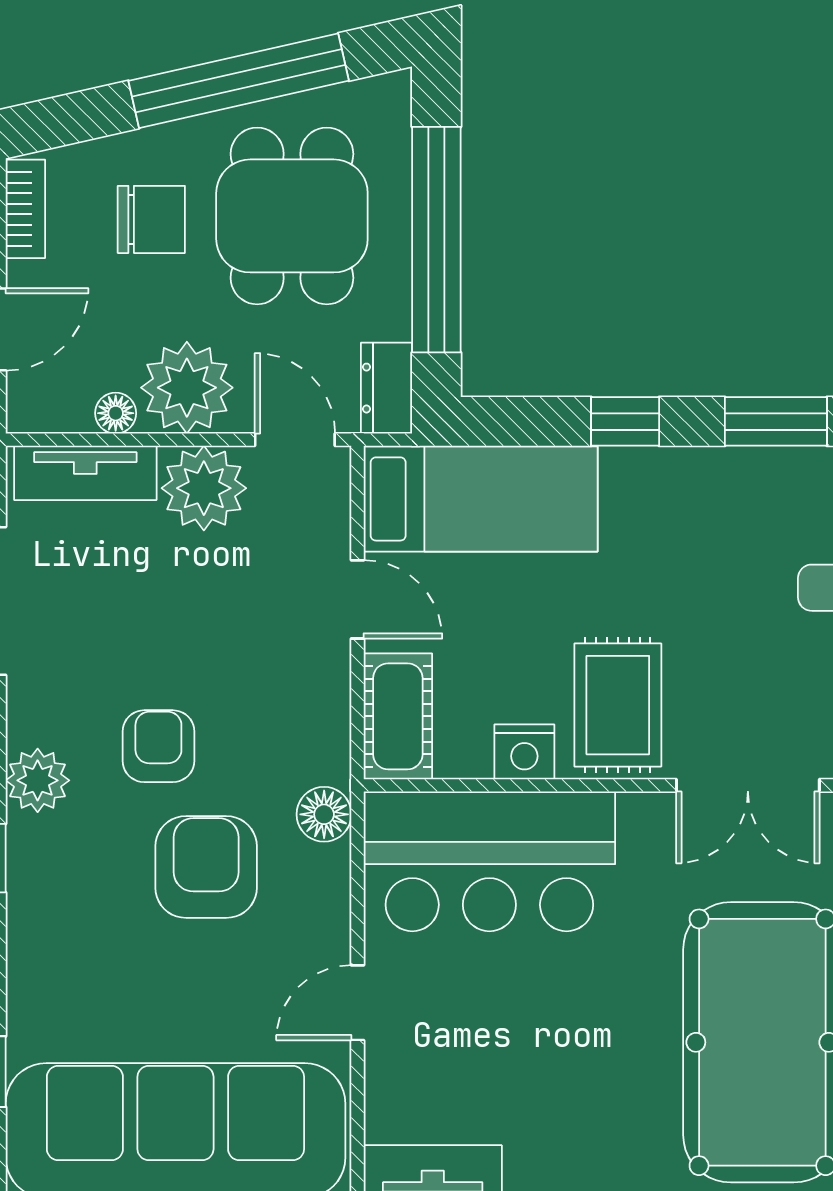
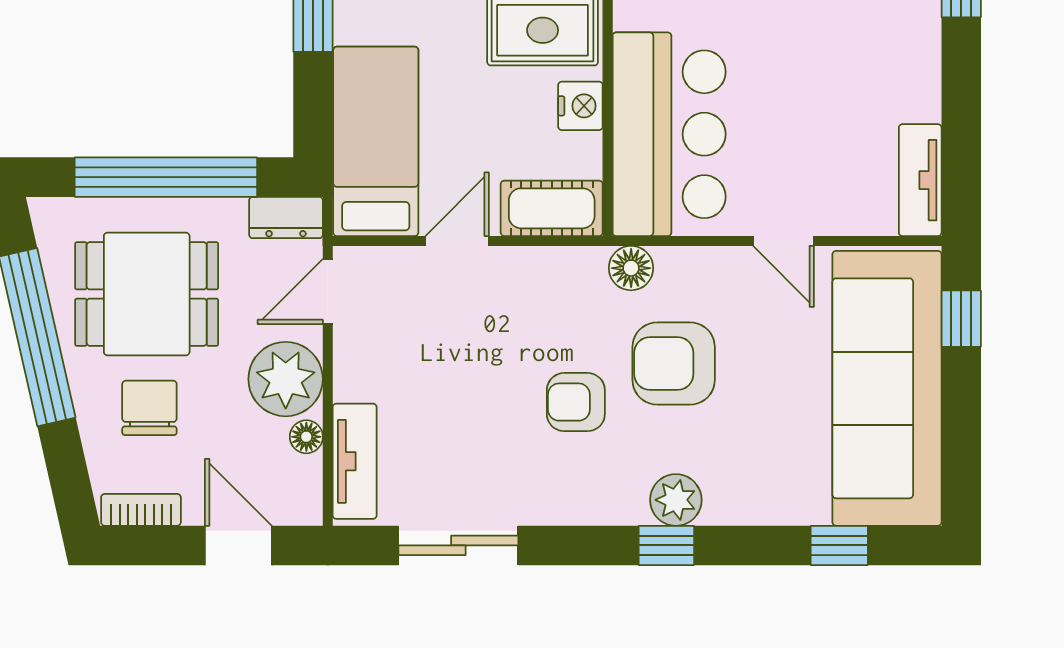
plant: (204, 488) -> (367, 365), removed
plant: (38, 780) -> (676, 500), moved

